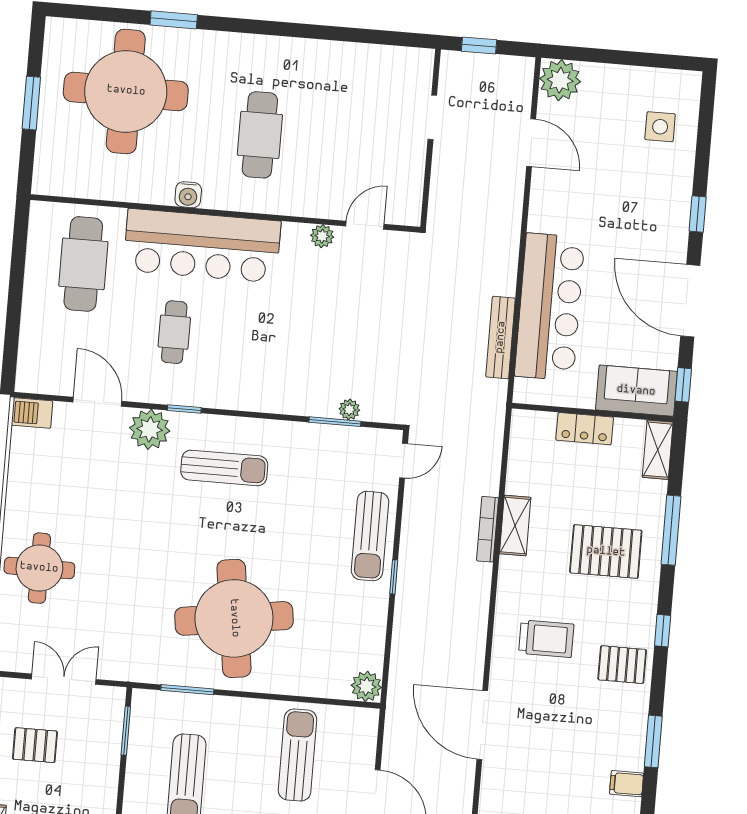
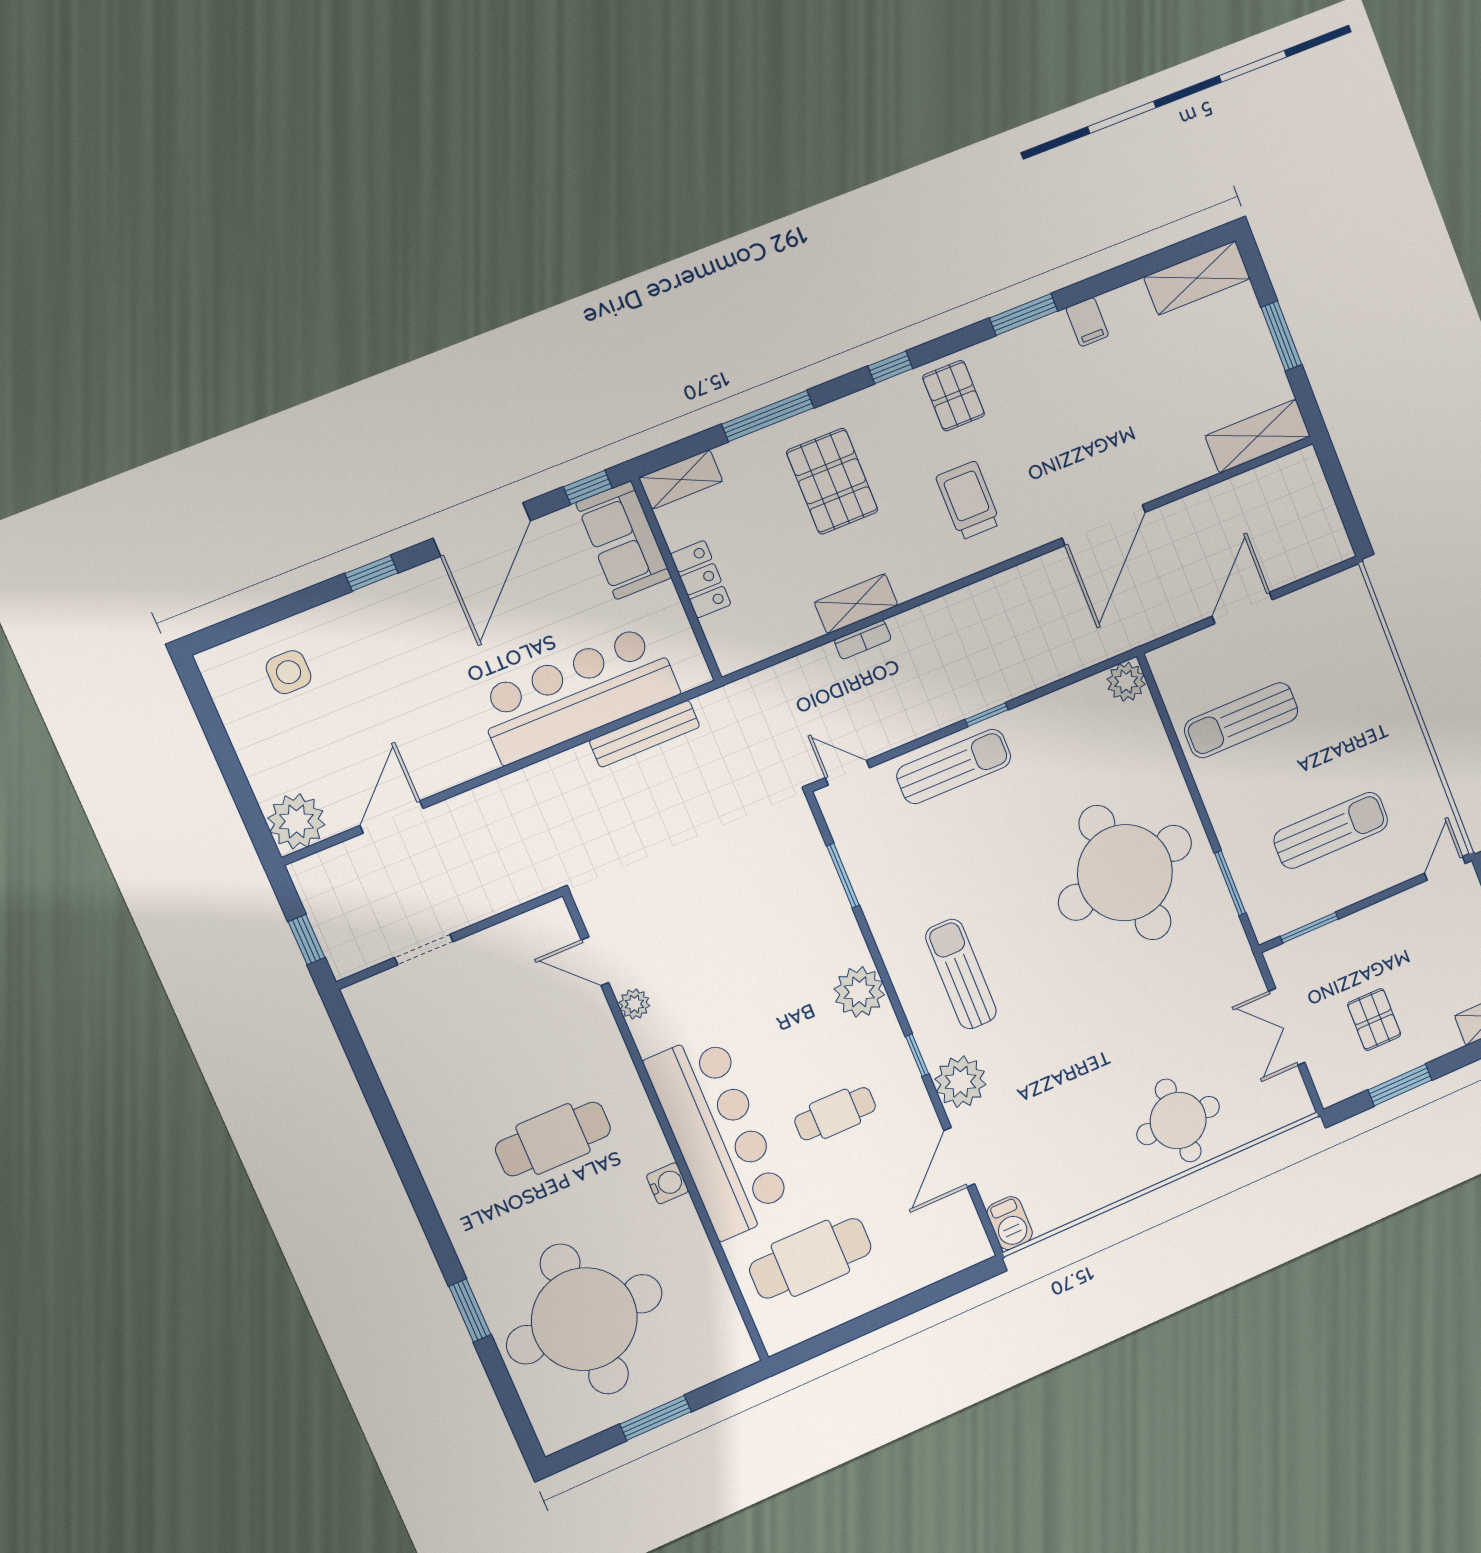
plant: (349, 409) -> (859, 992), moved, width x1.88, depth x1.88
bookcase: (488, 529) -> (863, 640), width x0.64

